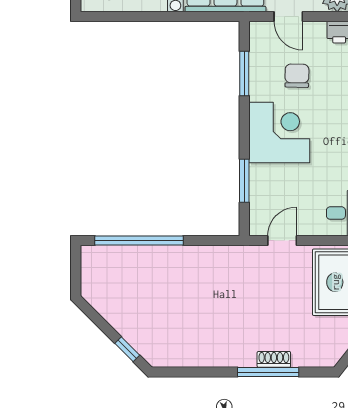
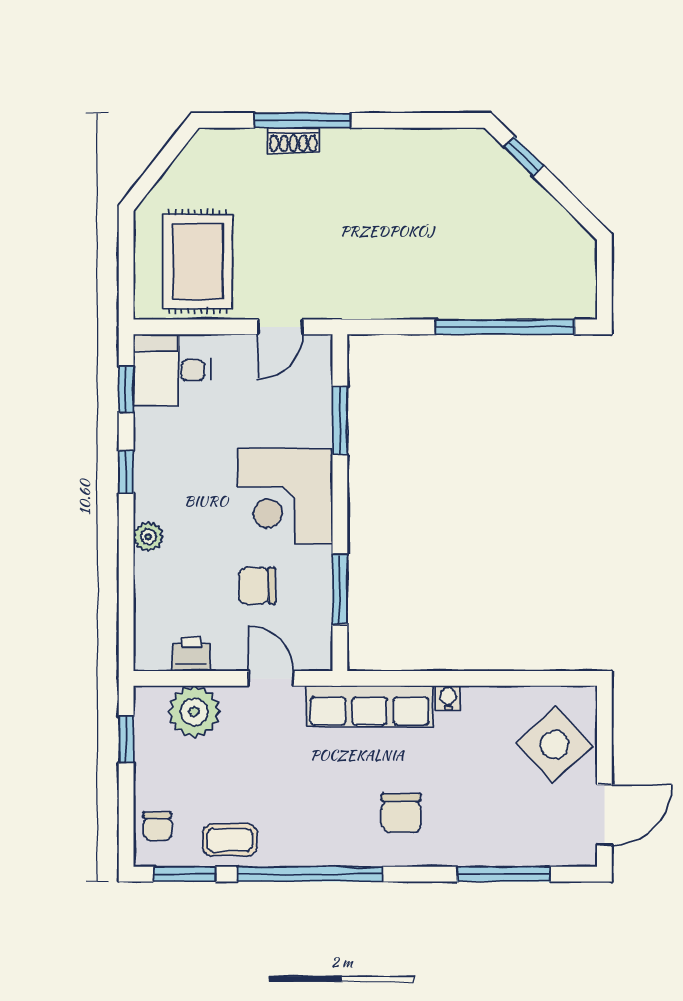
chair: (297, 76) -> (257, 586), turned 89

